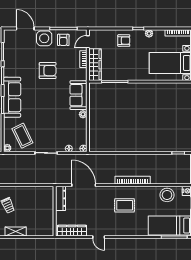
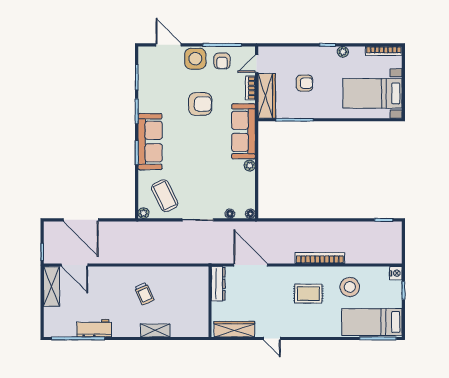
armchair: (124, 41) -> (304, 83), moved
sofa: (78, 95) -> (243, 131), width x1.36
stool: (167, 195) -> (350, 287), moved

